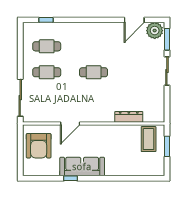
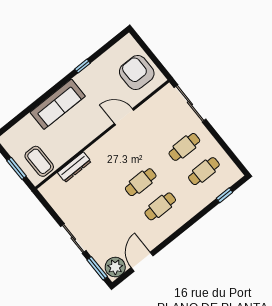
cafe table: (94, 46) -> (160, 206), added
door: (70, 124) -> (124, 117), hinge flipped
sofa: (82, 167) -> (58, 104), moved

